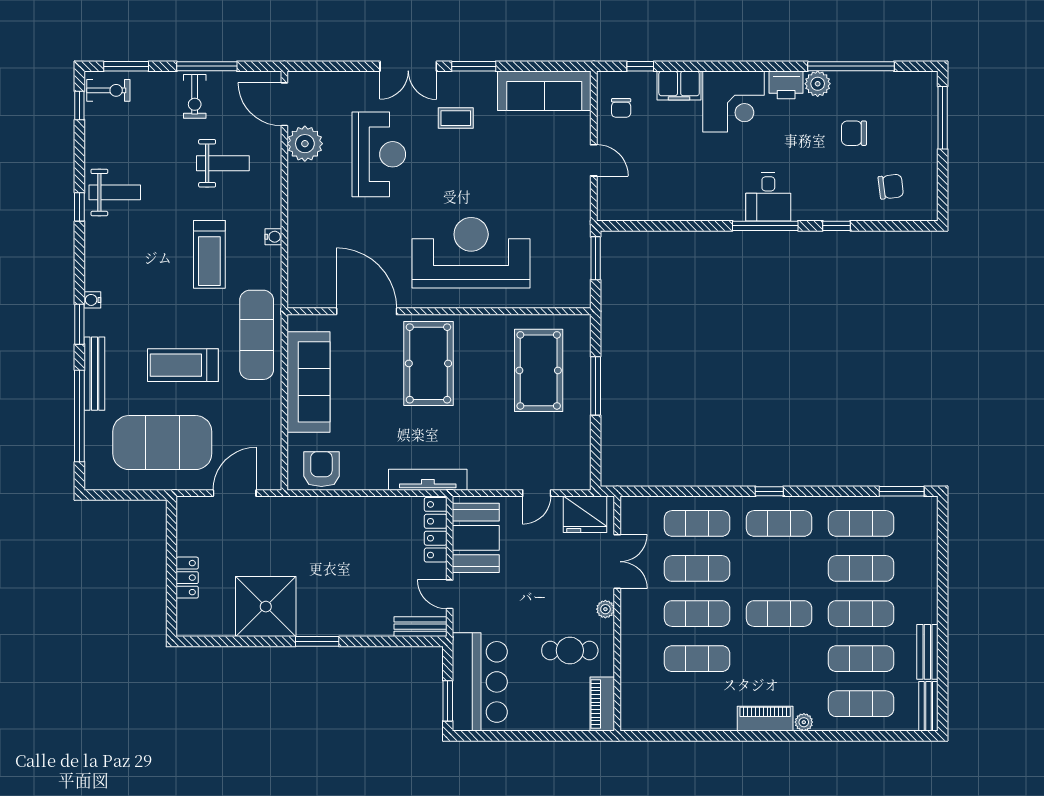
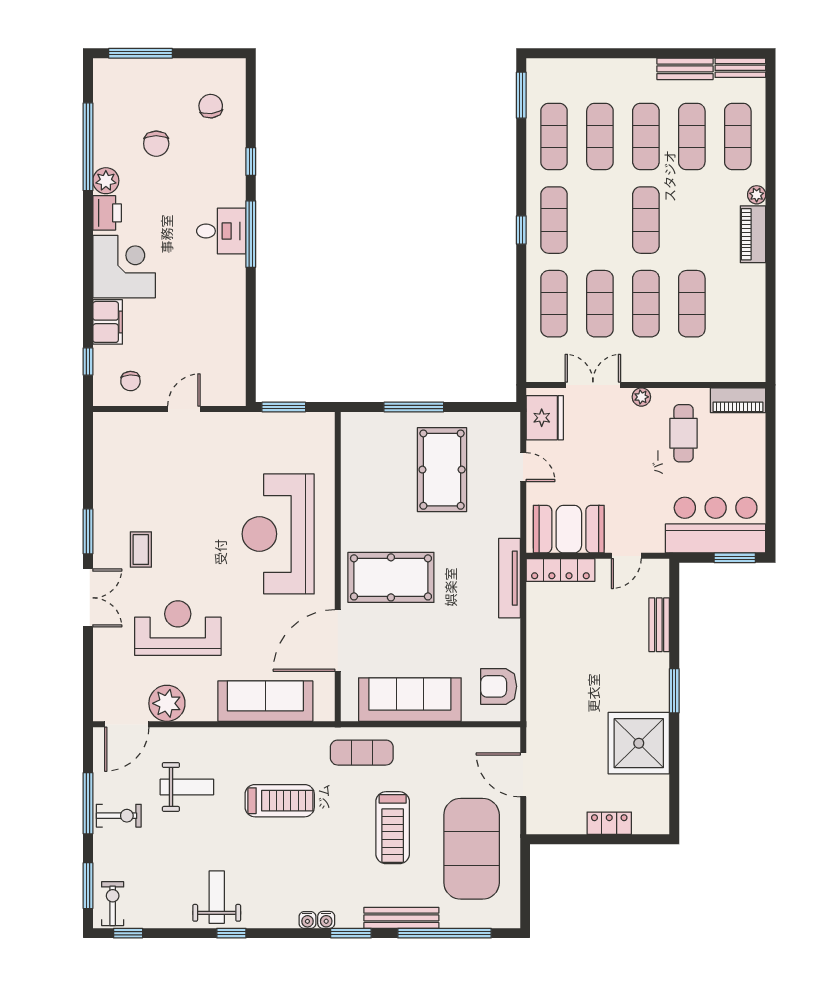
sofa: (544, 91) -> (265, 701), moved, turned -90
chair: (621, 108) -> (130, 381), turned 87
weight bench: (223, 163) -> (187, 787), turned 90
water cooler: (273, 237) -> (307, 920), moved, turned 180
exercise mat: (257, 335) -> (362, 753), width x0.73, depth x0.69
pool table: (539, 370) -> (442, 470), moved, turned 90
bench: (420, 627) -> (659, 625), moved

